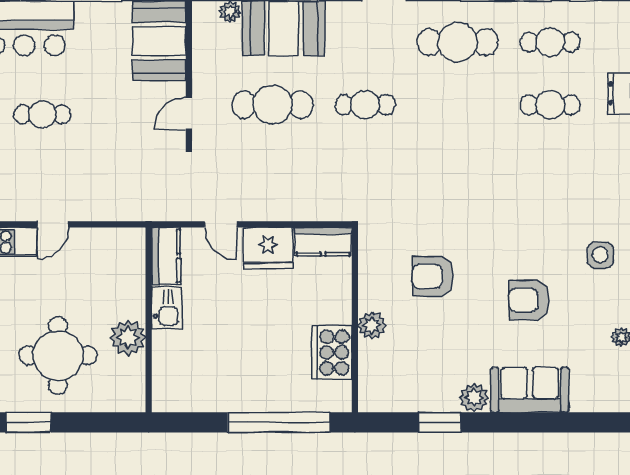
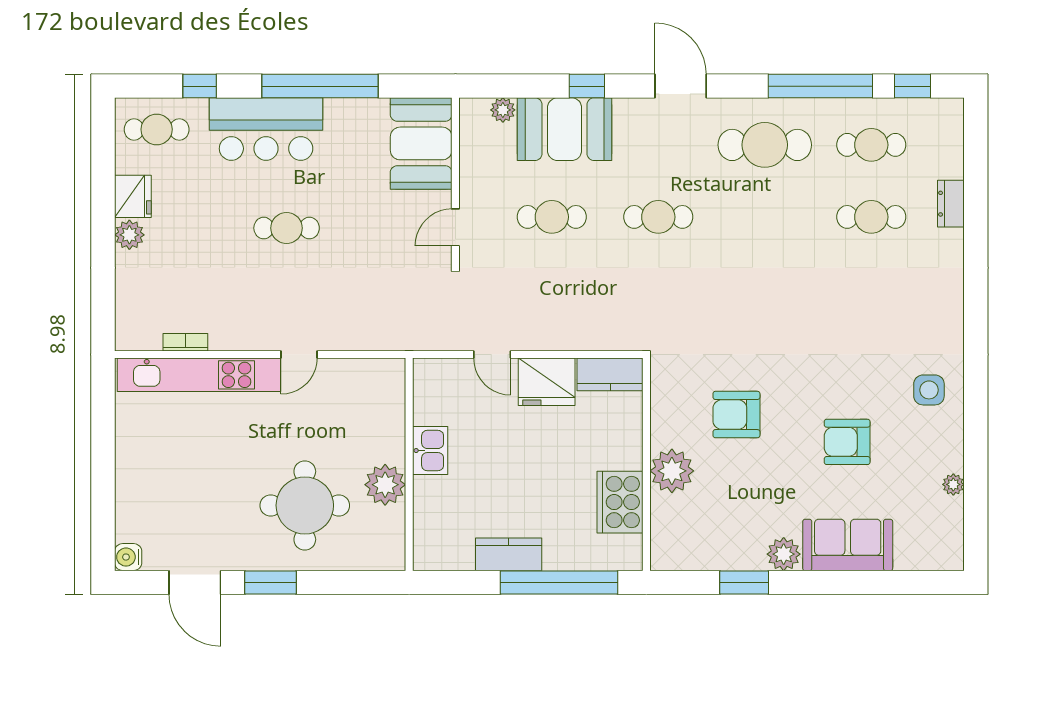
cafe table: (273, 105) -> (552, 217), width x0.73, depth x0.74
kitchen counter: (166, 256) -> (509, 554), moved, turned -90
plant: (372, 325) -> (672, 471), width x1.36, depth x1.36

